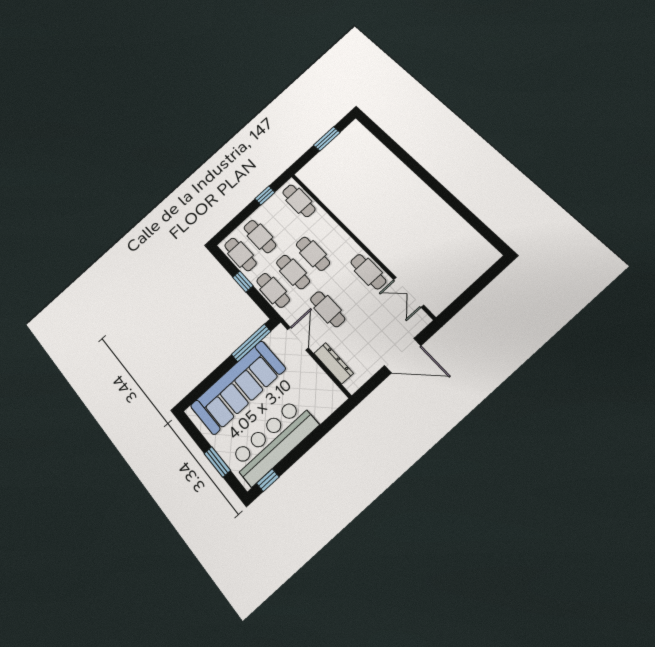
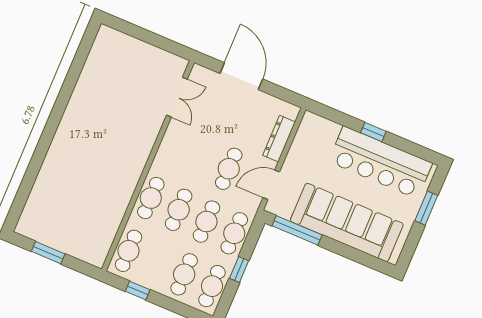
cafe table: (368, 272) -> (151, 198), moved
window: (268, 480) -> (373, 132), moved

